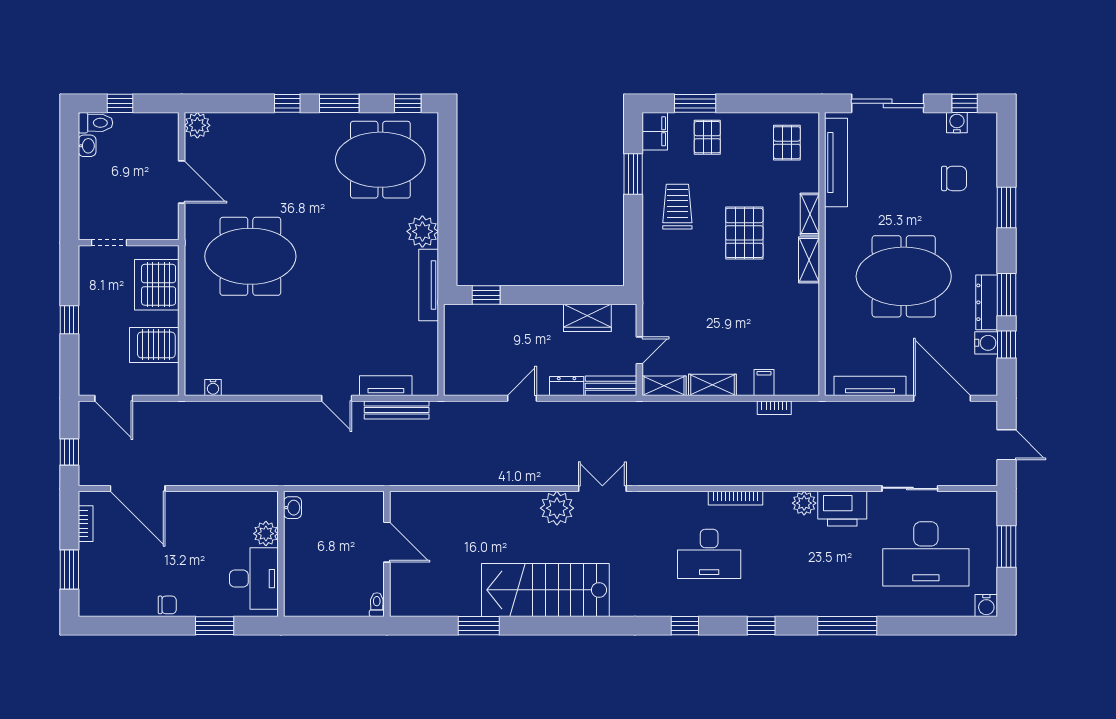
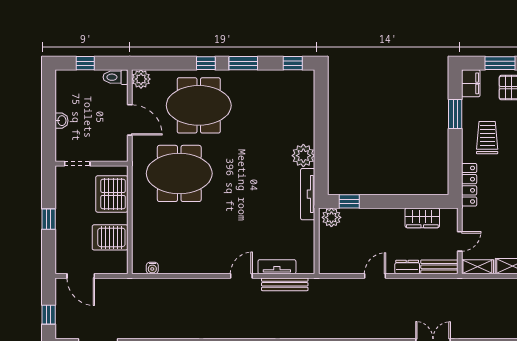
toilet: (96, 123) -> (115, 77), moved, turned 180
washbasin: (87, 146) -> (62, 121), moved
meeting table: (380, 160) -> (199, 105), moved
locker: (652, 272) -> (469, 185), added
plant: (461, 317) -> (331, 217), added
door: (337, 398) -> (241, 276), swing flipped

